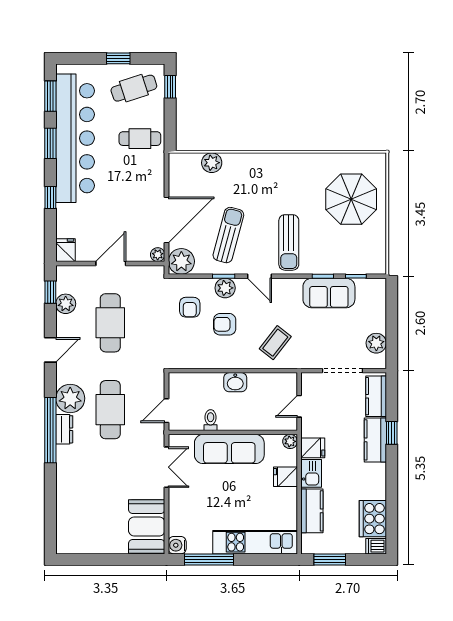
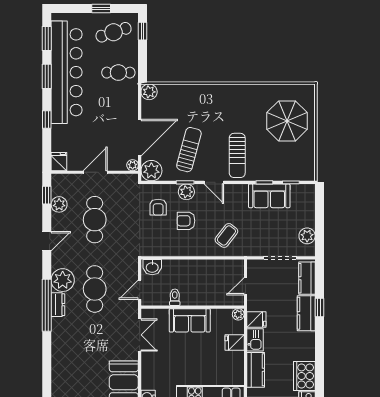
plant: (212, 163) -> (149, 92), moved
washbasin: (235, 382) -> (152, 267), moved
sofa: (229, 449) -> (190, 320), width x0.73

